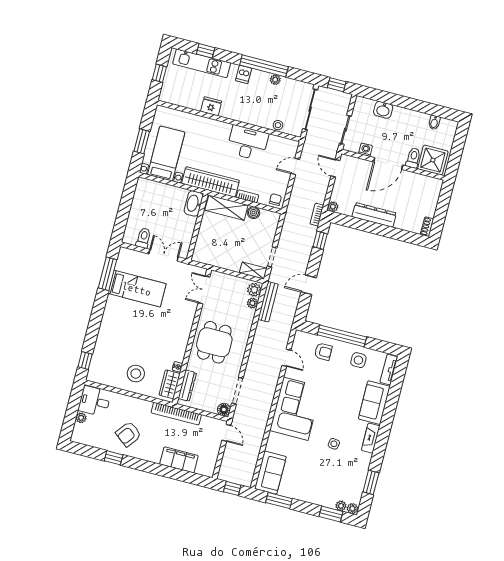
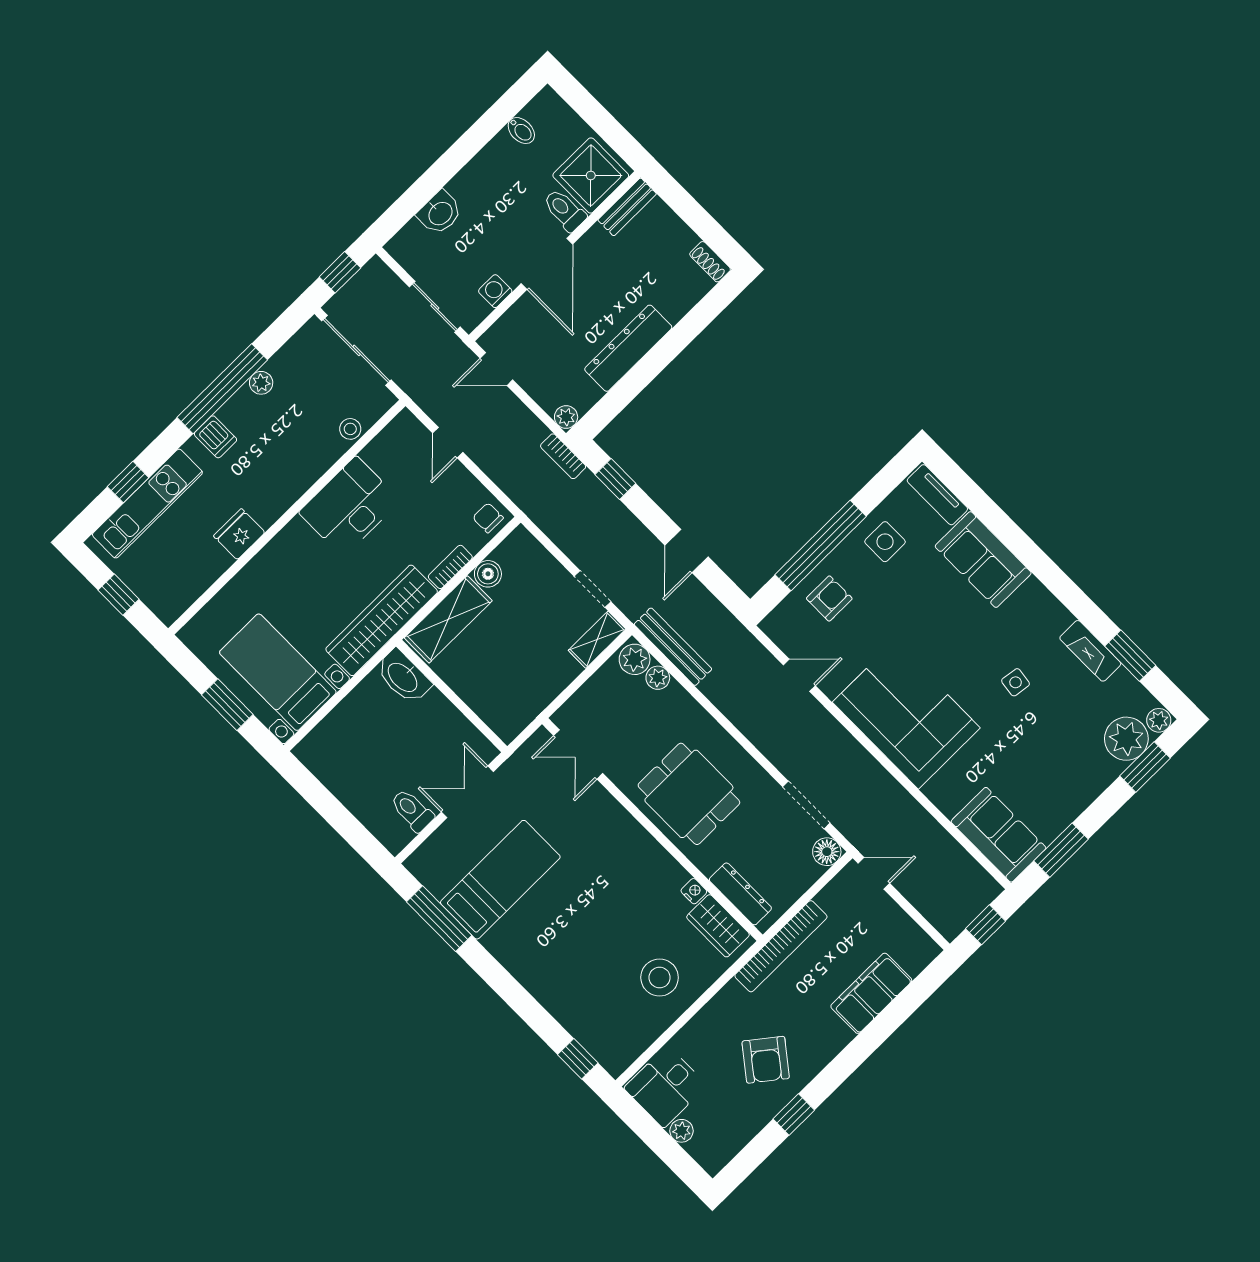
bench: (429, 182) -> (627, 207), added
fireplace: (371, 438) -> (1090, 651), moved
plant: (341, 506) -> (1126, 739), width x1.88, depth x1.88

